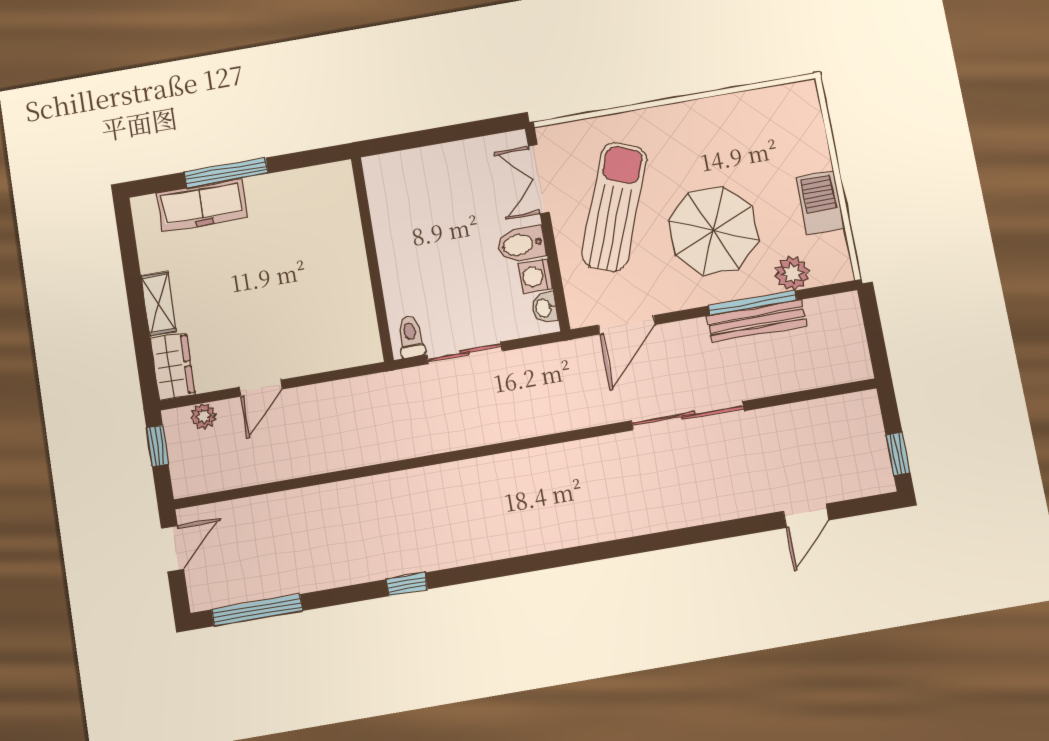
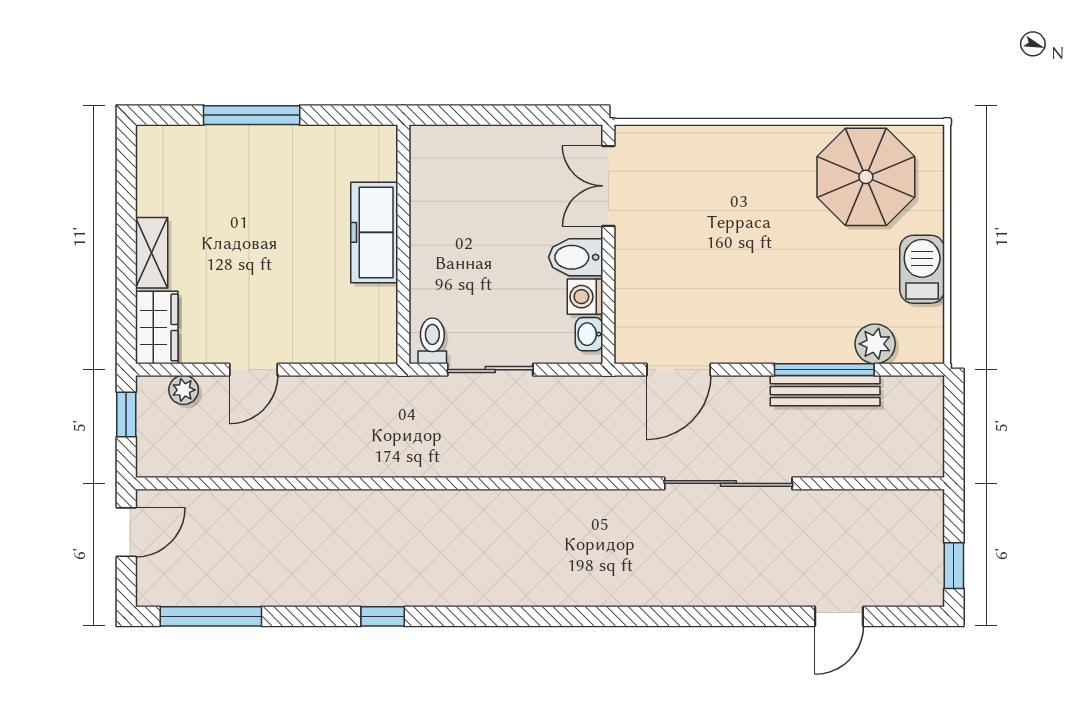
freezer: (202, 205) -> (374, 232), moved, turned 90
sun lounger: (614, 207) -> (689, 233), removed
parasol: (713, 231) -> (866, 177), moved

